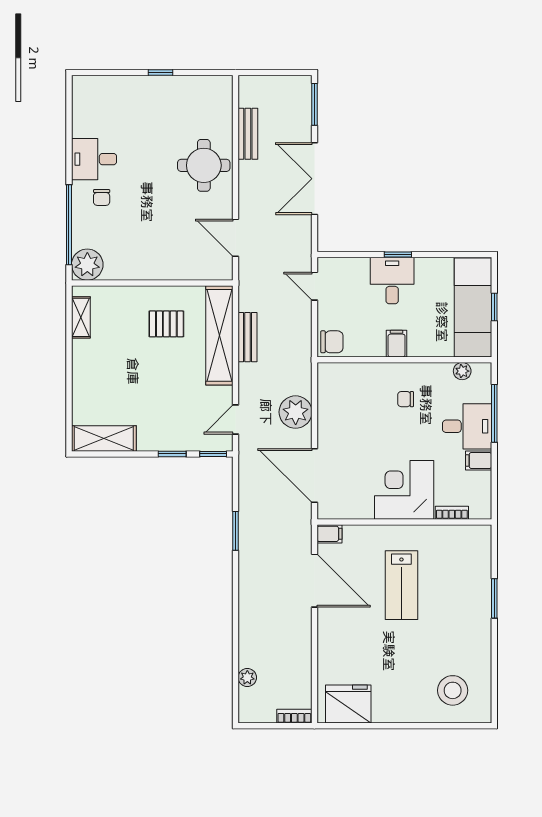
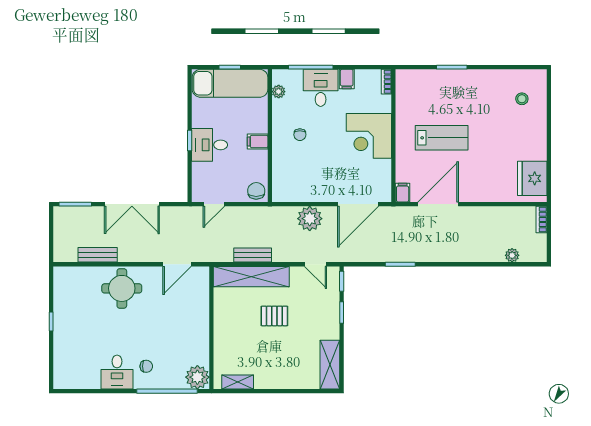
pallet: (166, 324) -> (274, 316), moved, turned 90
bookcase: (452, 513) -> (386, 82), moved
stool: (453, 690) -> (522, 99), width x0.53, depth x0.53

